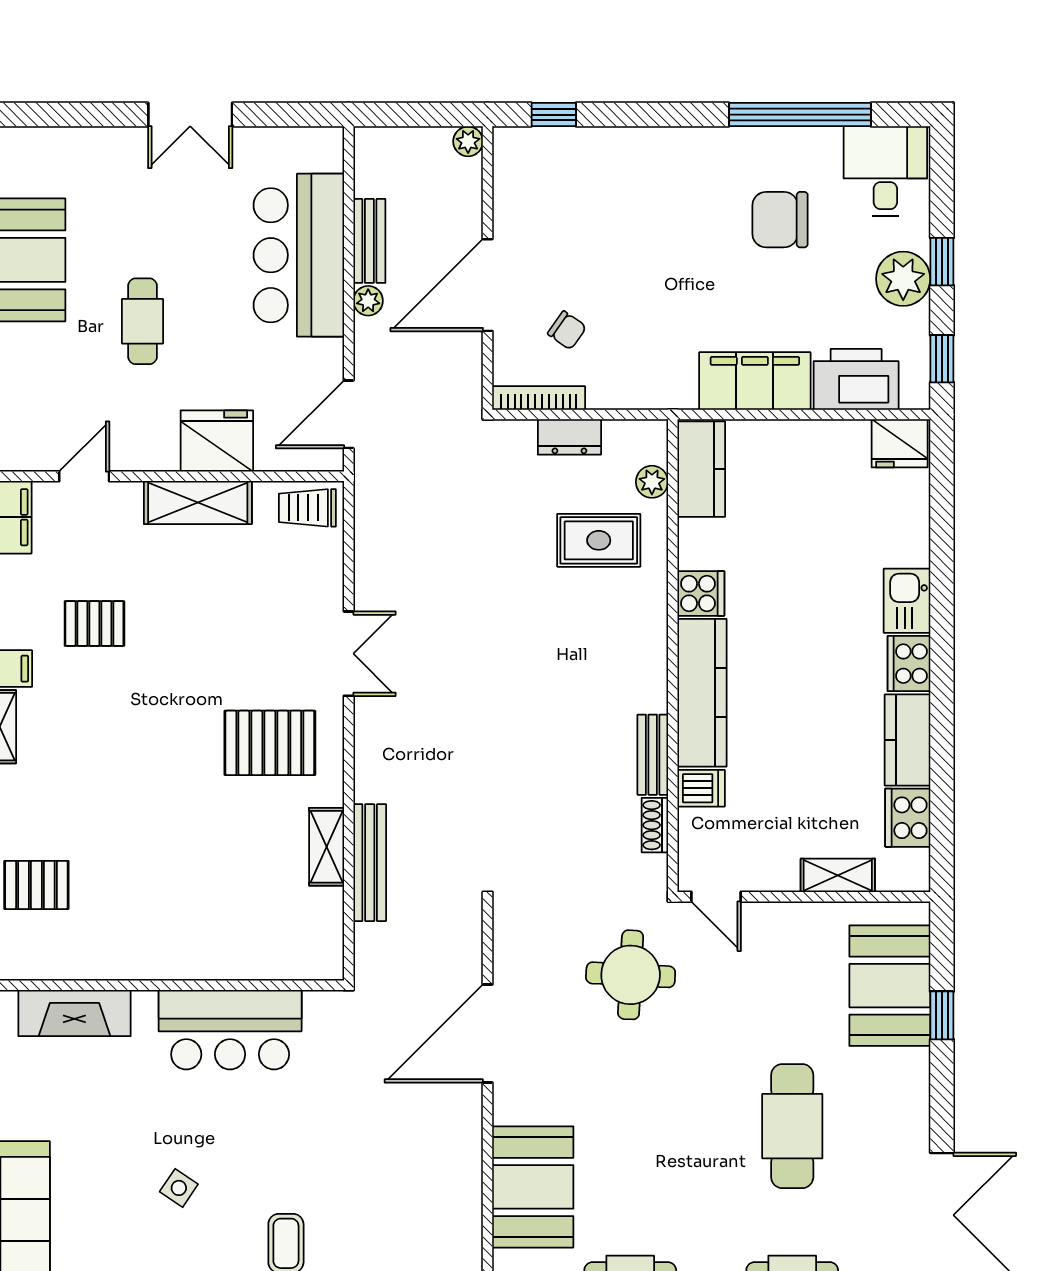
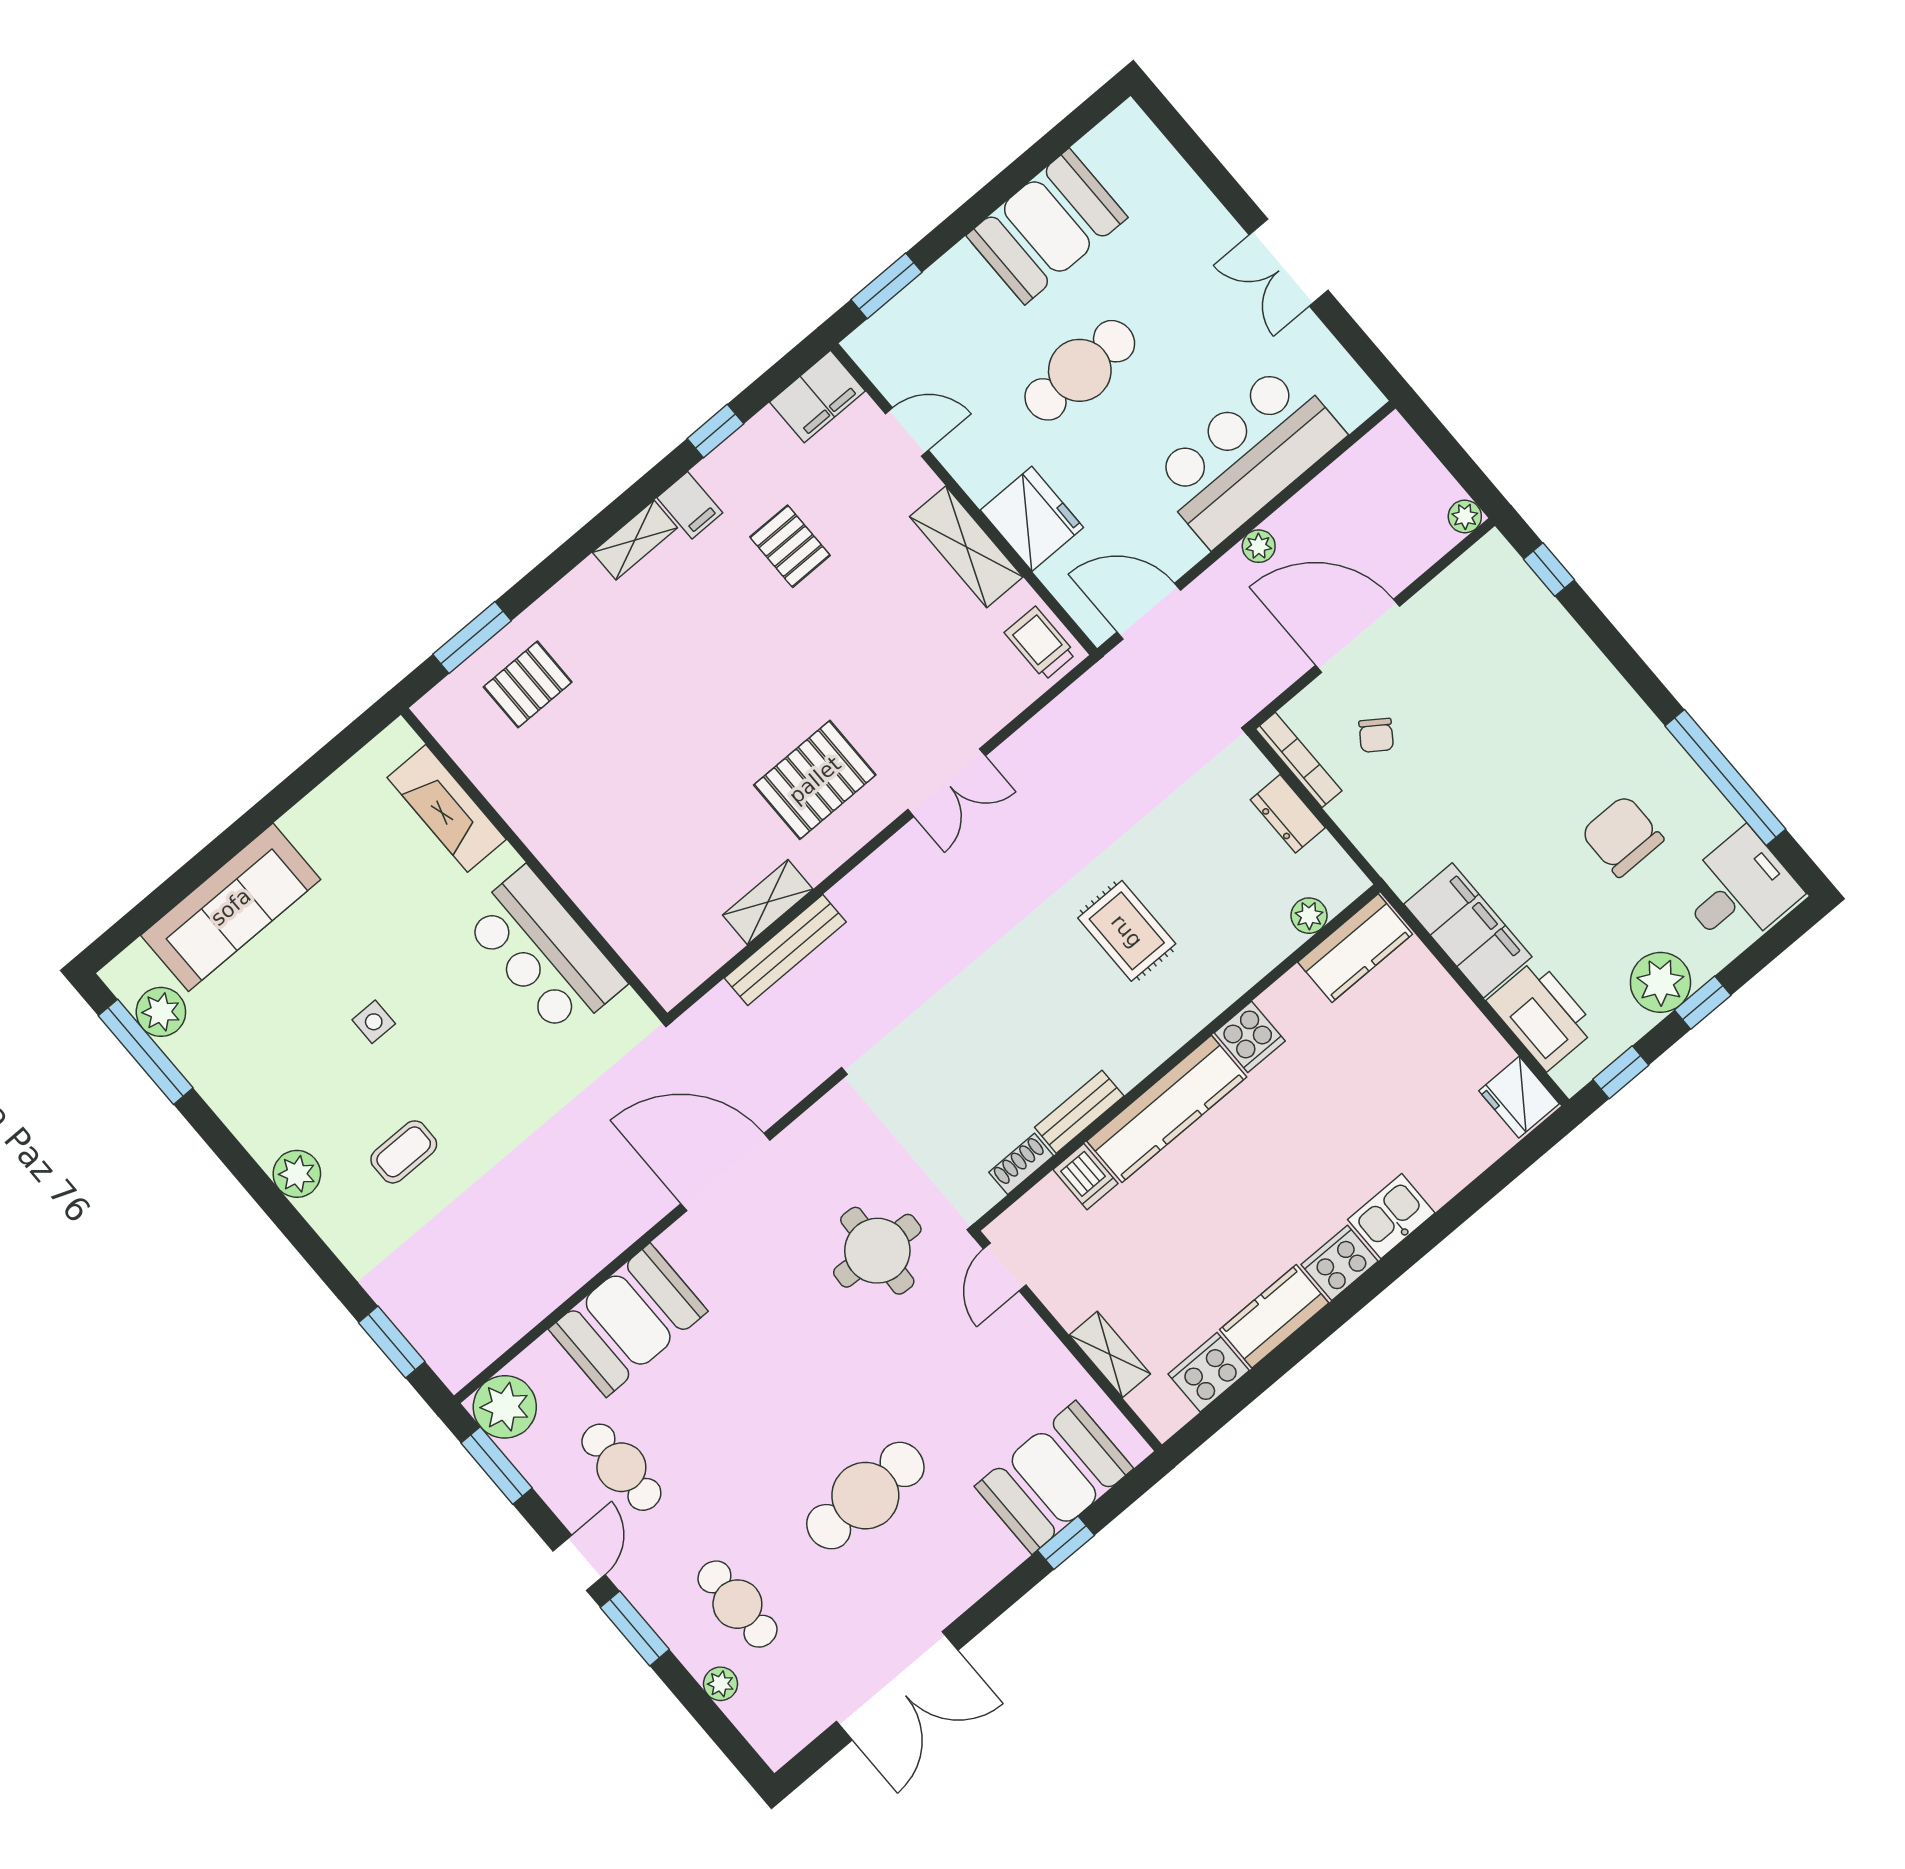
bench: (369, 241) -> (1310, 504), removed
cafe table: (143, 321) -> (1080, 370), width x1.37, depth x1.35
rug: (599, 540) -> (1127, 931), moved
pallet: (270, 743) -> (815, 780), turned 90
pallet: (36, 885) -> (528, 684), turned 90
side table: (179, 1188) -> (374, 1022), turned -34

